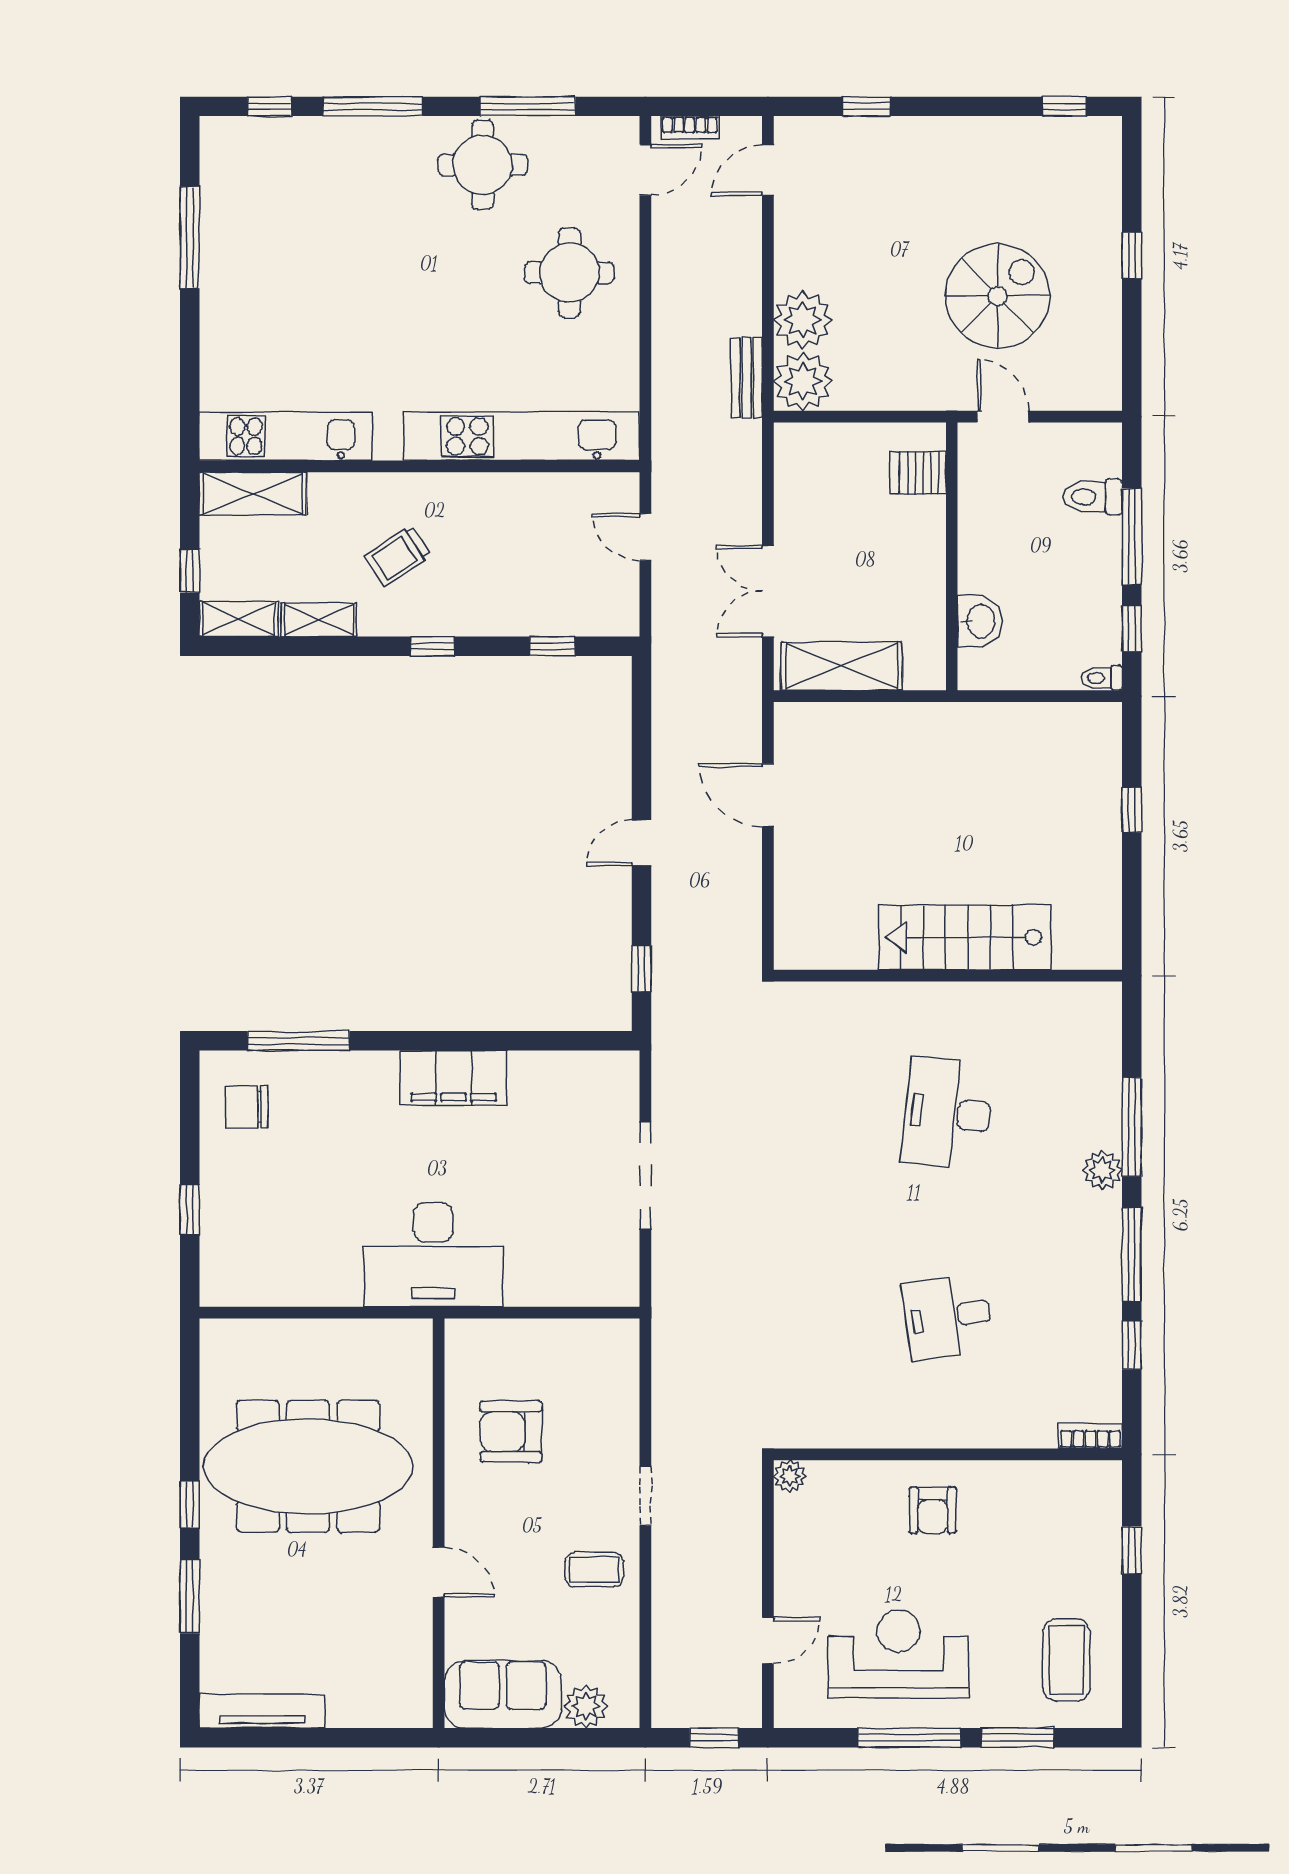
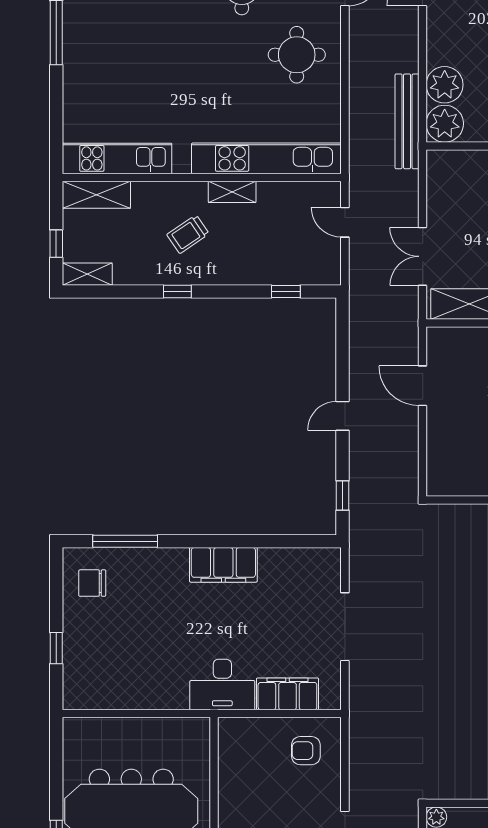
bench: (747, 378) -> (407, 121), width x1.86, depth x1.21
shelving: (319, 620) -> (232, 192), moved
window: (432, 646) -> (177, 291), moved
desk: (433, 1255) -> (222, 684), width x0.73, depth x0.77
filing cabinet: (555, 1282) -> (287, 694), added
armchair: (511, 1432) -> (306, 751), moved, width x0.72, depth x0.72

